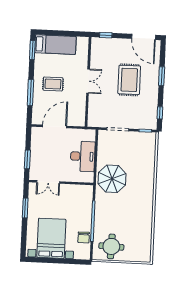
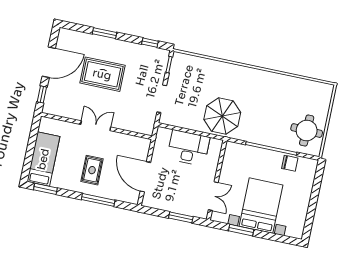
door: (144, 37) -> (49, 62), moved
bed with nightstands: (51, 238) -> (261, 206), moved, turned 90

